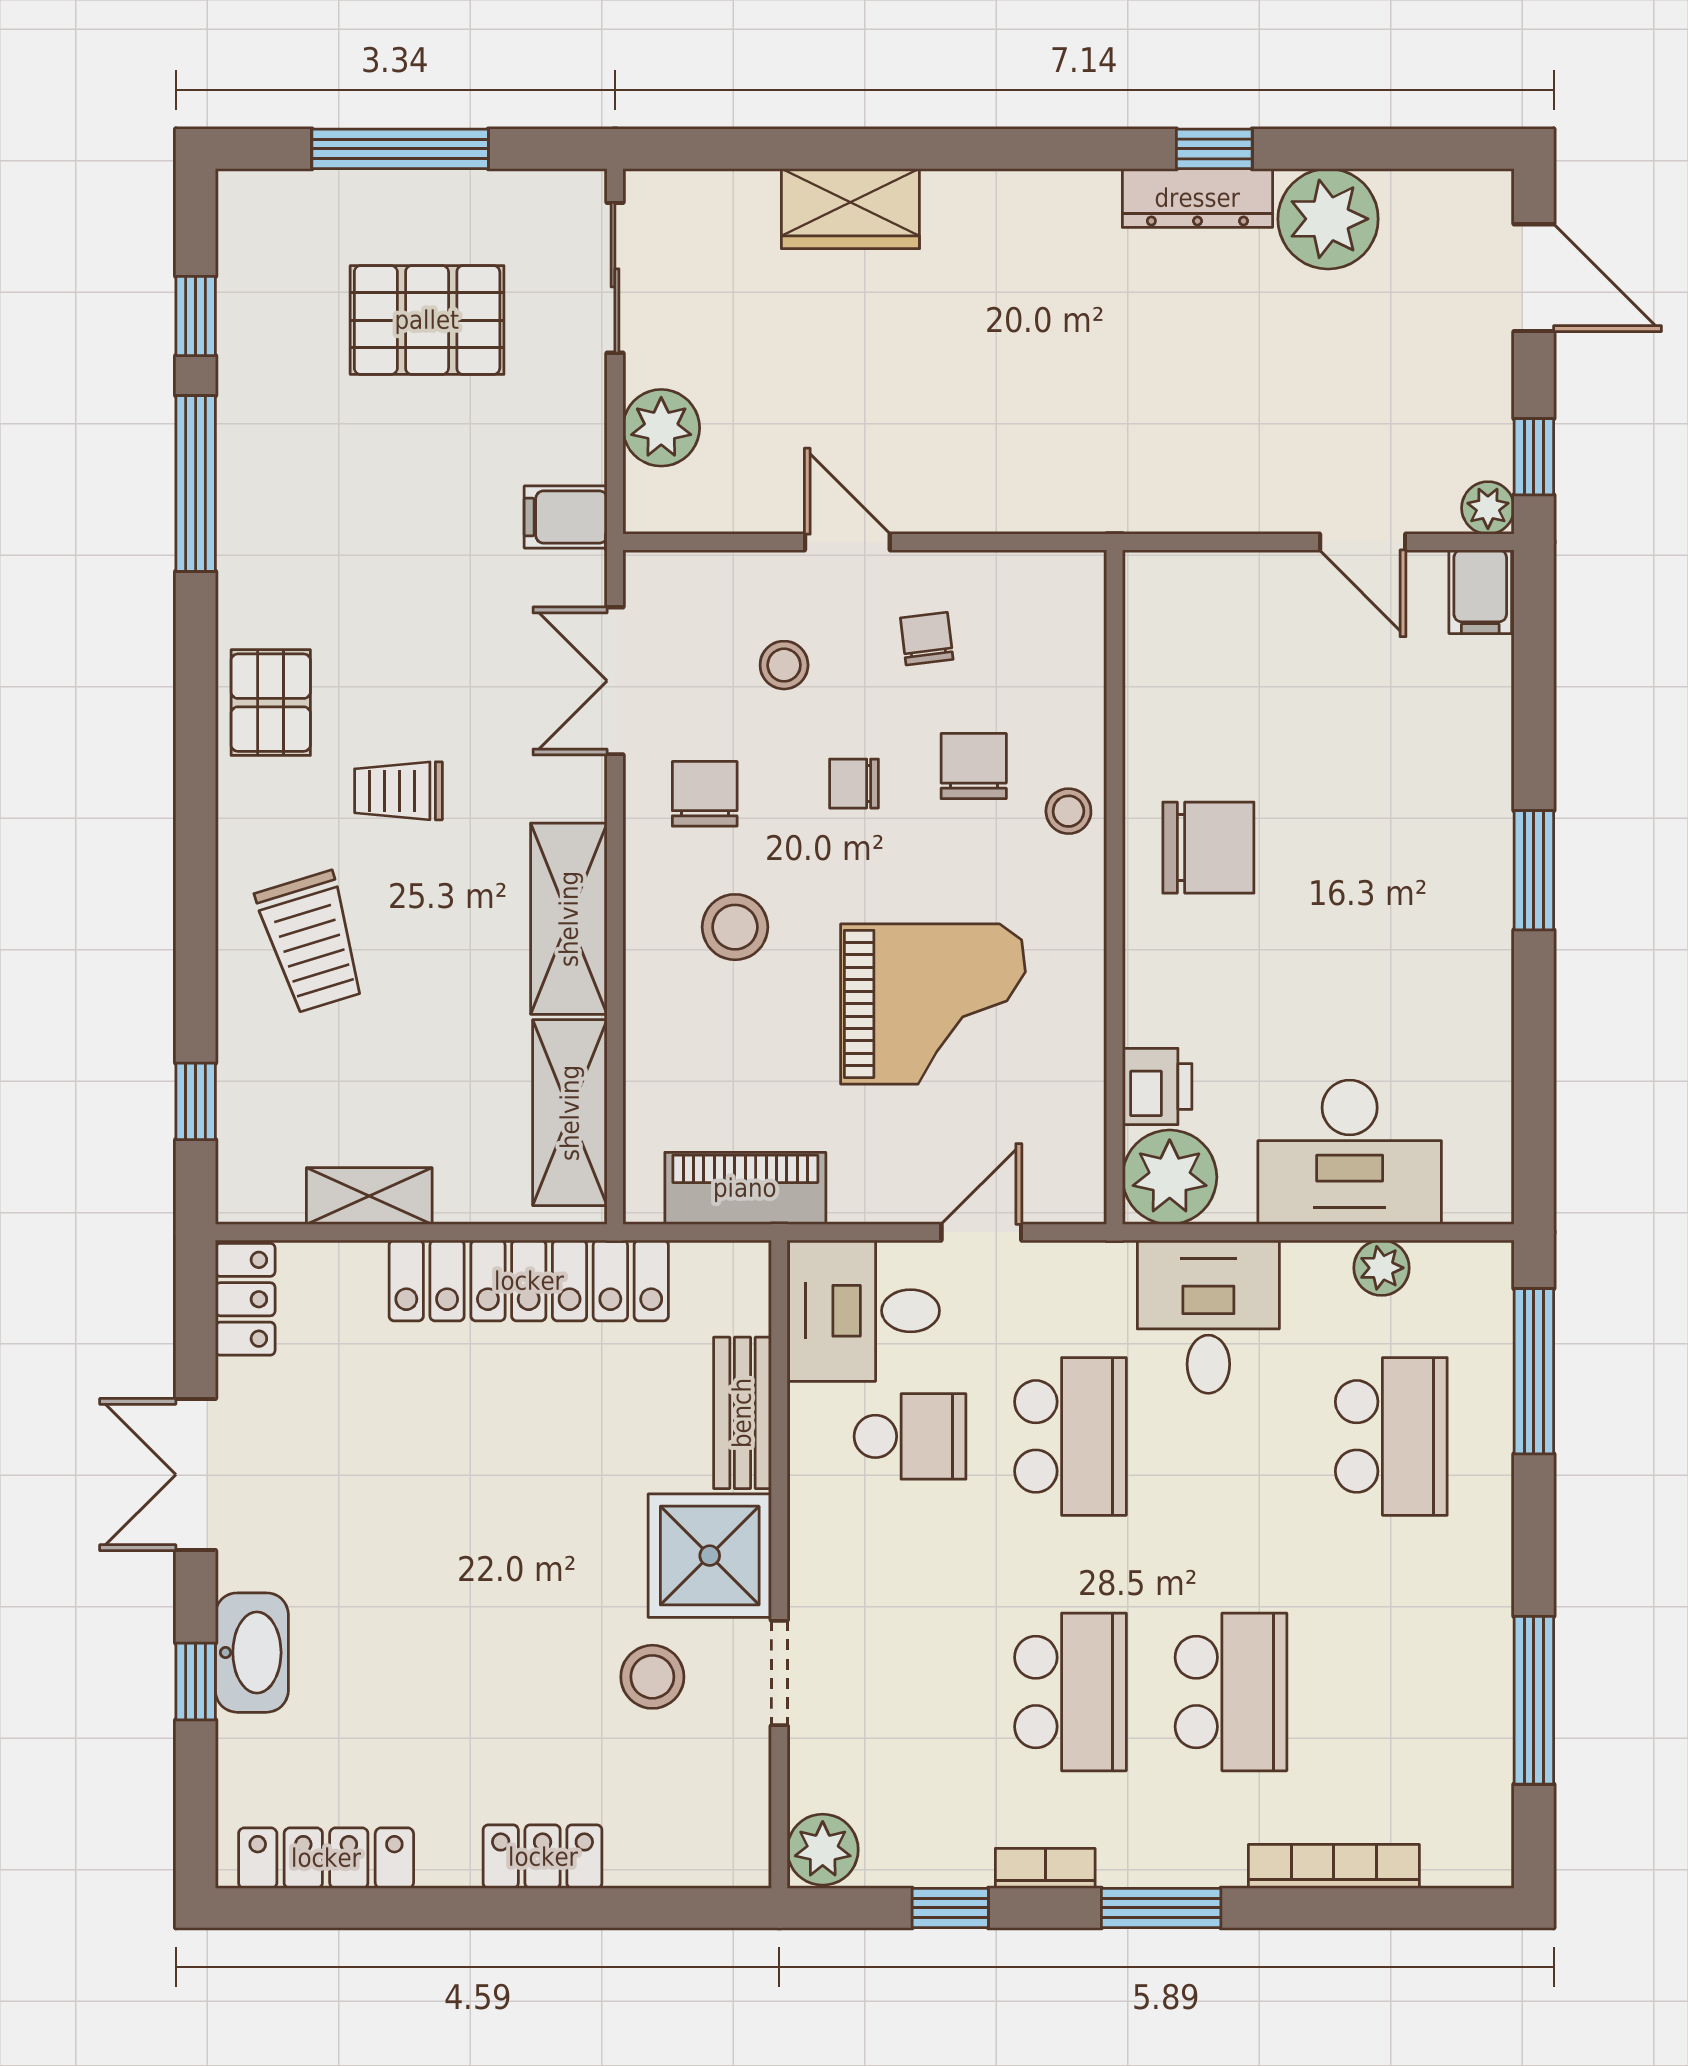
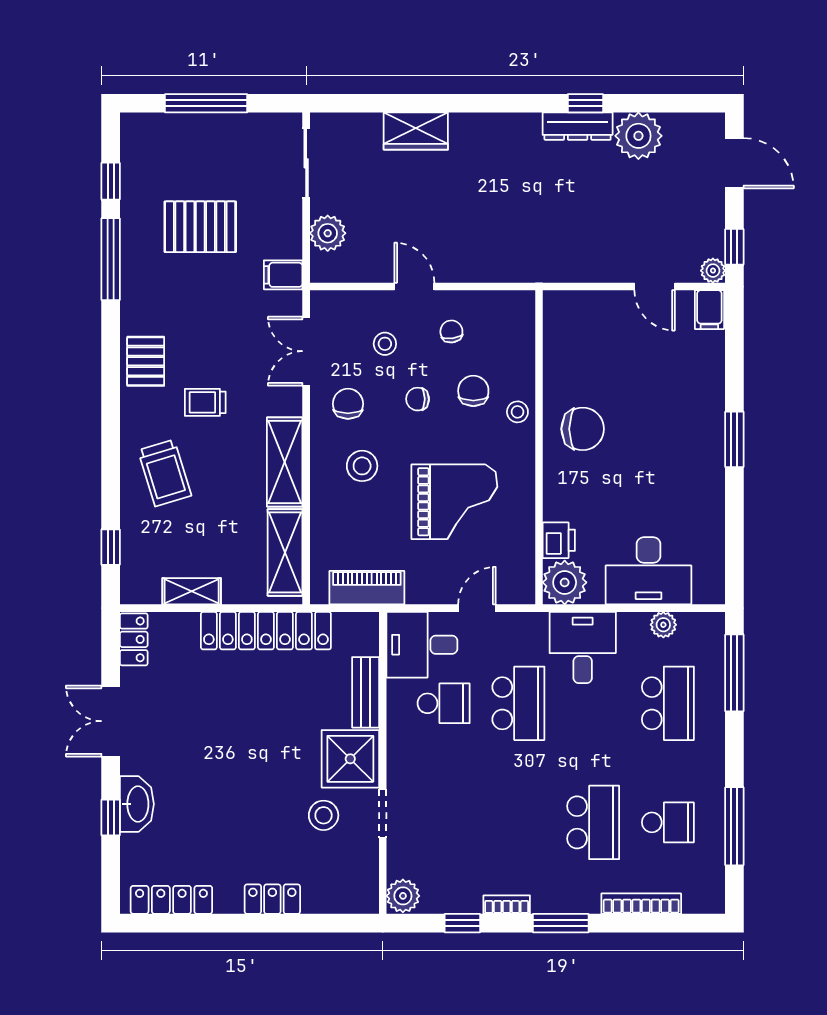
pallet: (427, 320) -> (200, 227), moved
school desk: (1070, 1692) -> (668, 822), moved, width x0.54

